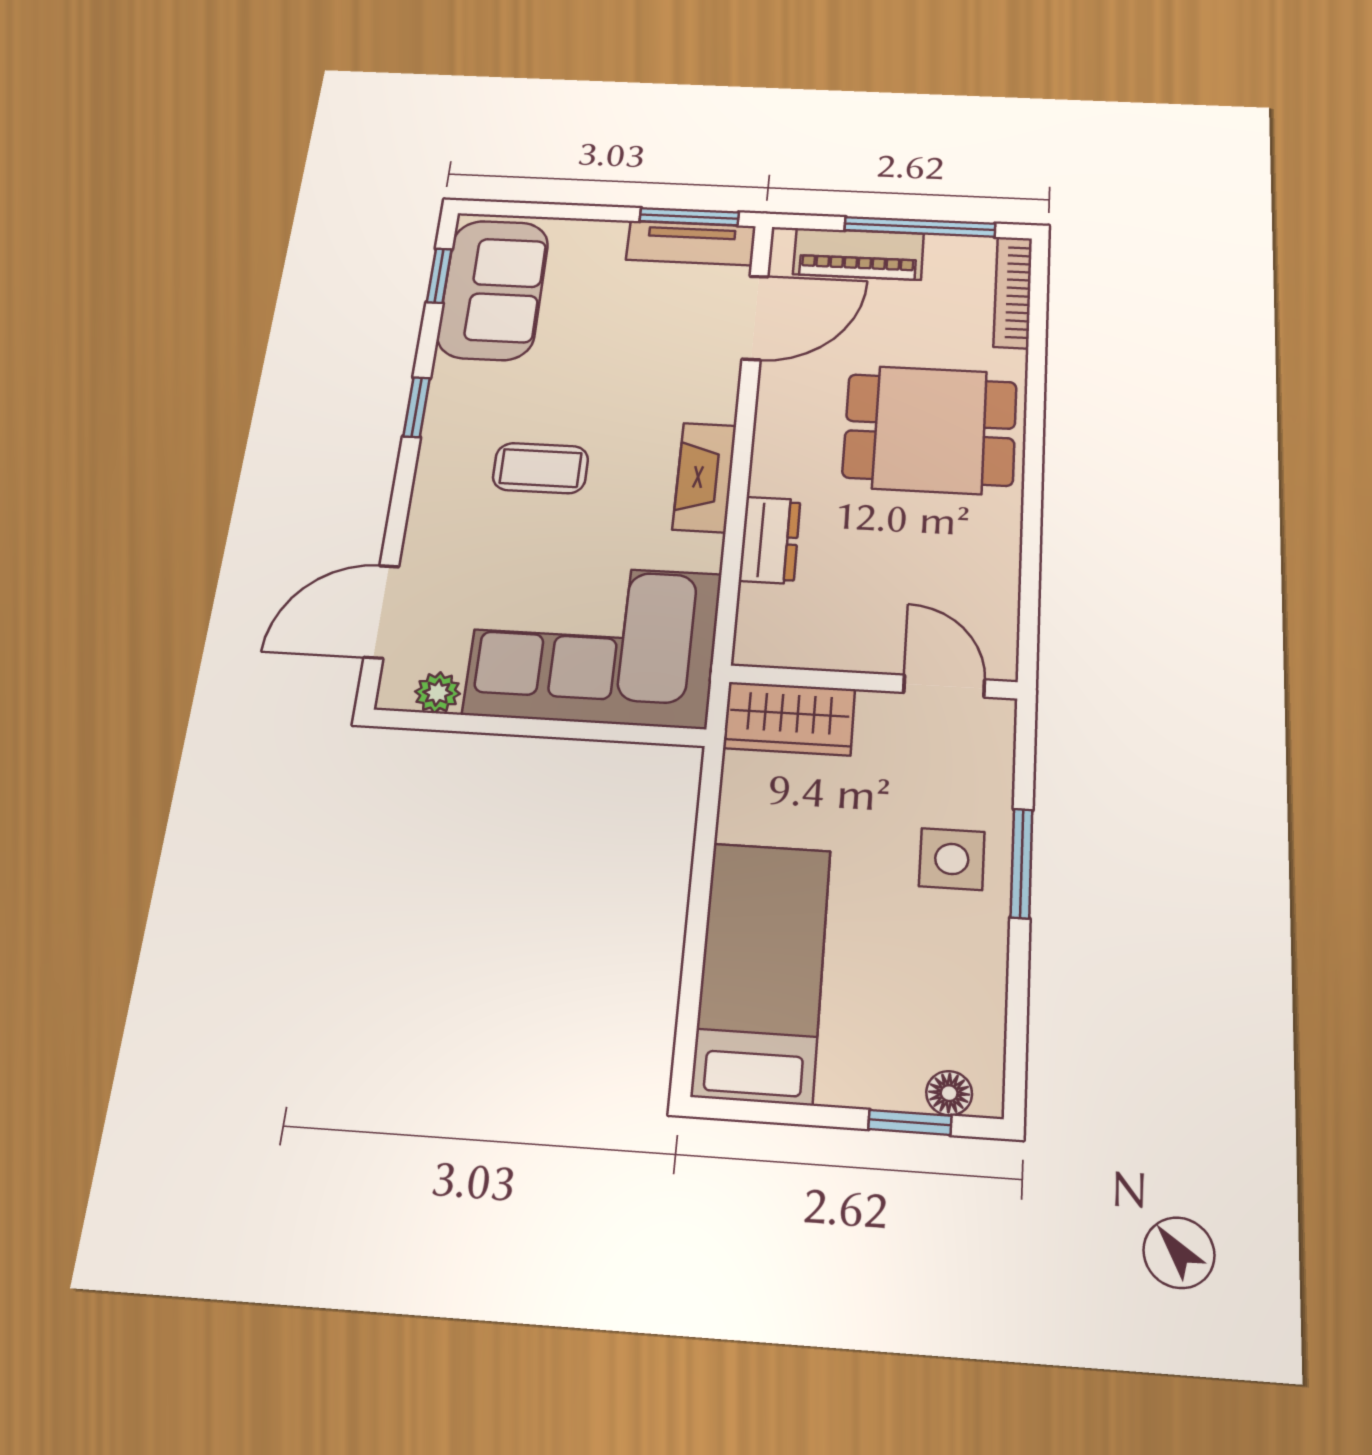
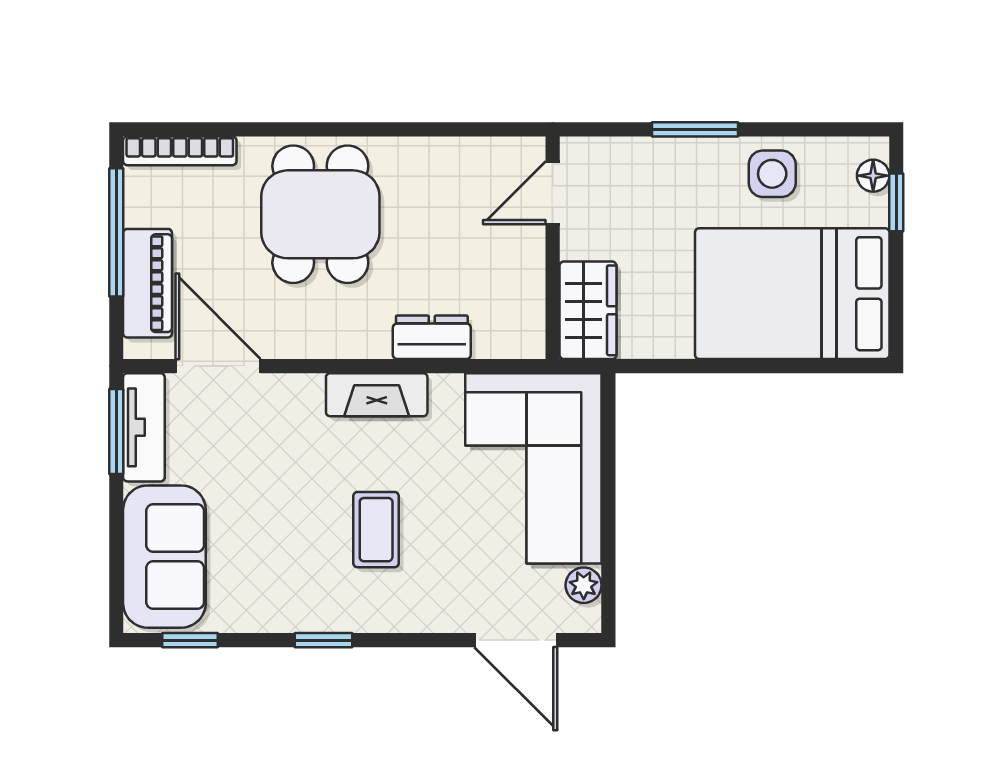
sofa: (493, 290) -> (164, 557), moved, turned 90
side table: (952, 859) -> (772, 174), moved
bed: (762, 971) -> (792, 294), width x1.50

